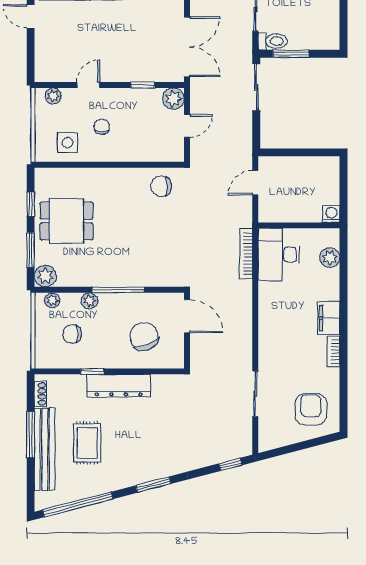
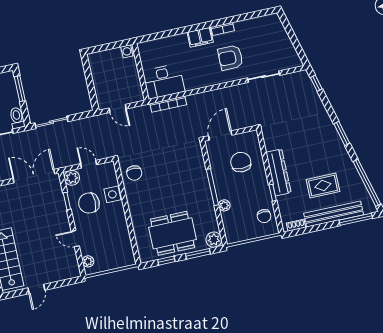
window: (291, 54) -> (20, 89), moved
chair: (102, 127) -> (89, 203), moved, width x1.87, depth x1.87
side table: (68, 143) -> (112, 194), moved
dining table: (66, 221) -> (173, 233), width x1.38
plant: (330, 258) -> (158, 46), removed
plant: (52, 300) -> (230, 231), removed
chair: (72, 334) -> (264, 216), moved
chair: (144, 337) -> (241, 162), turned 111
armchair: (311, 409) -> (230, 58), moved
window: (31, 435) -> (356, 219), moved

